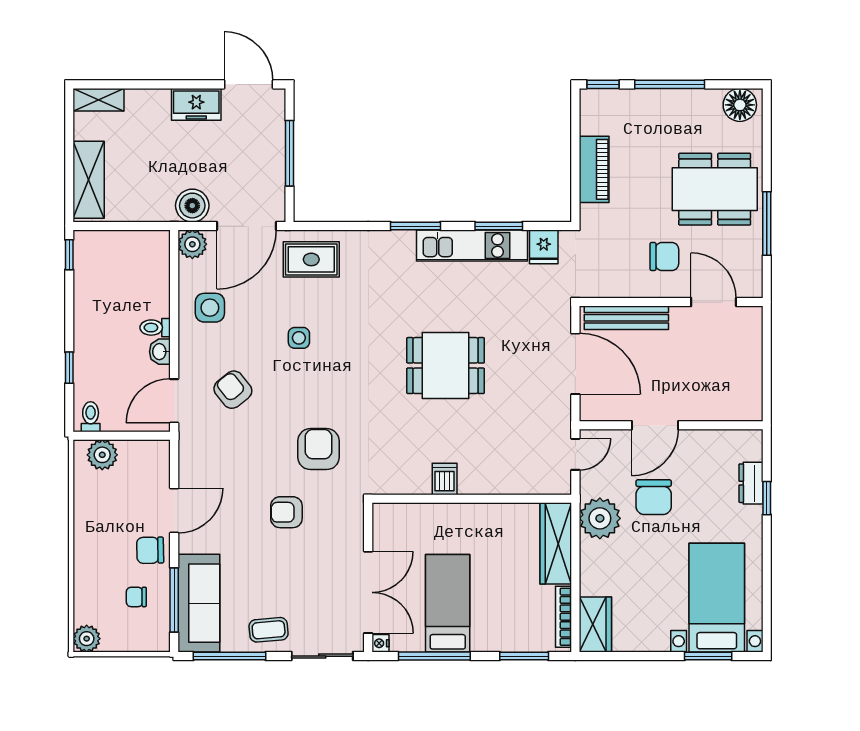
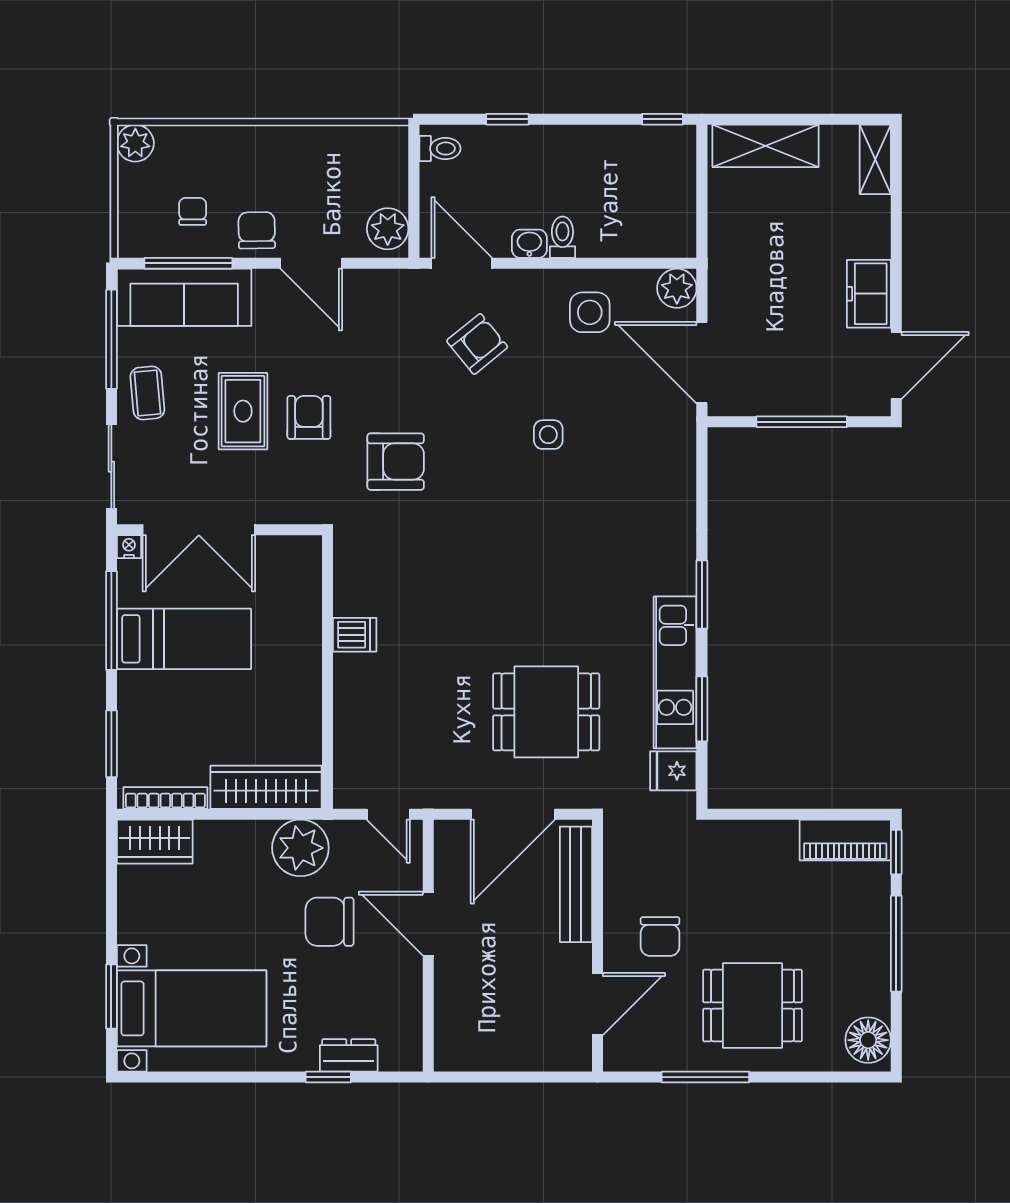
piano: (594, 169) -> (845, 840), moved
dining table: (715, 189) -> (752, 1006), width x0.73
boiler: (192, 206) -> (730, 288), removed
rug: (311, 259) -> (243, 411), moved
dining table: (446, 366) -> (546, 712), moved, turned 90
plant: (102, 455) -> (388, 229), moved

